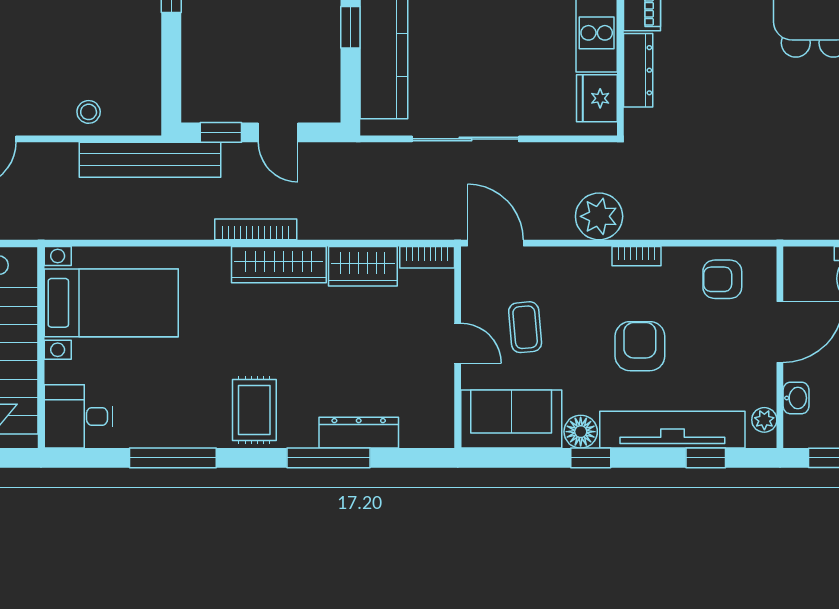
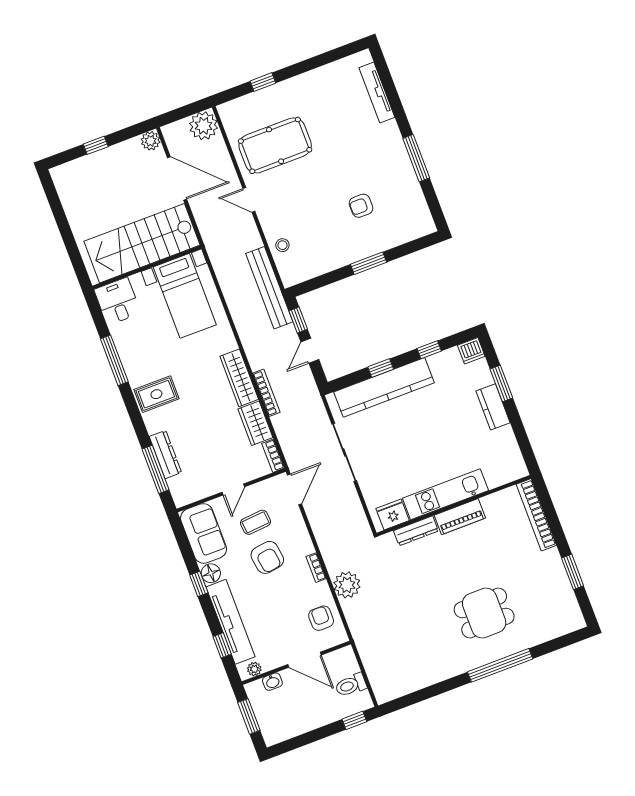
plant: (599, 216) -> (347, 585), moved
bookcase: (256, 229) -> (266, 393), moved
armchair: (640, 346) -> (267, 557), moved, turned 82
window: (328, 458) -> (156, 469), moved

